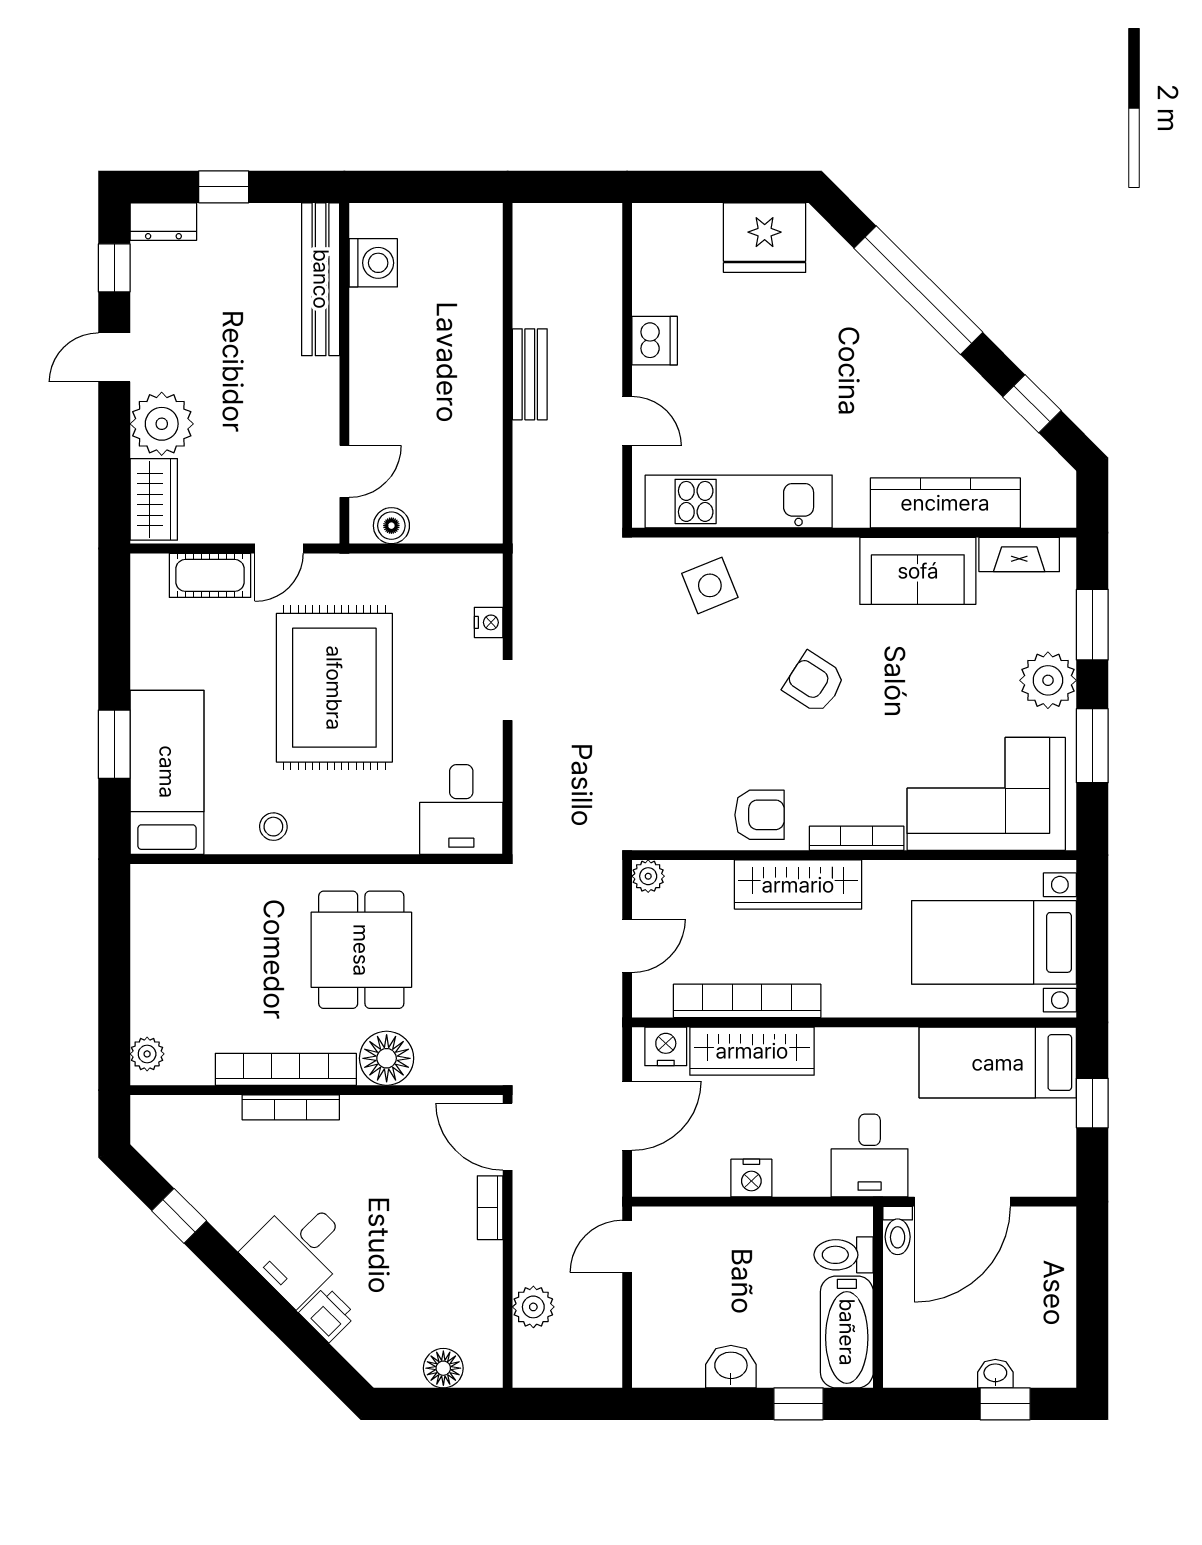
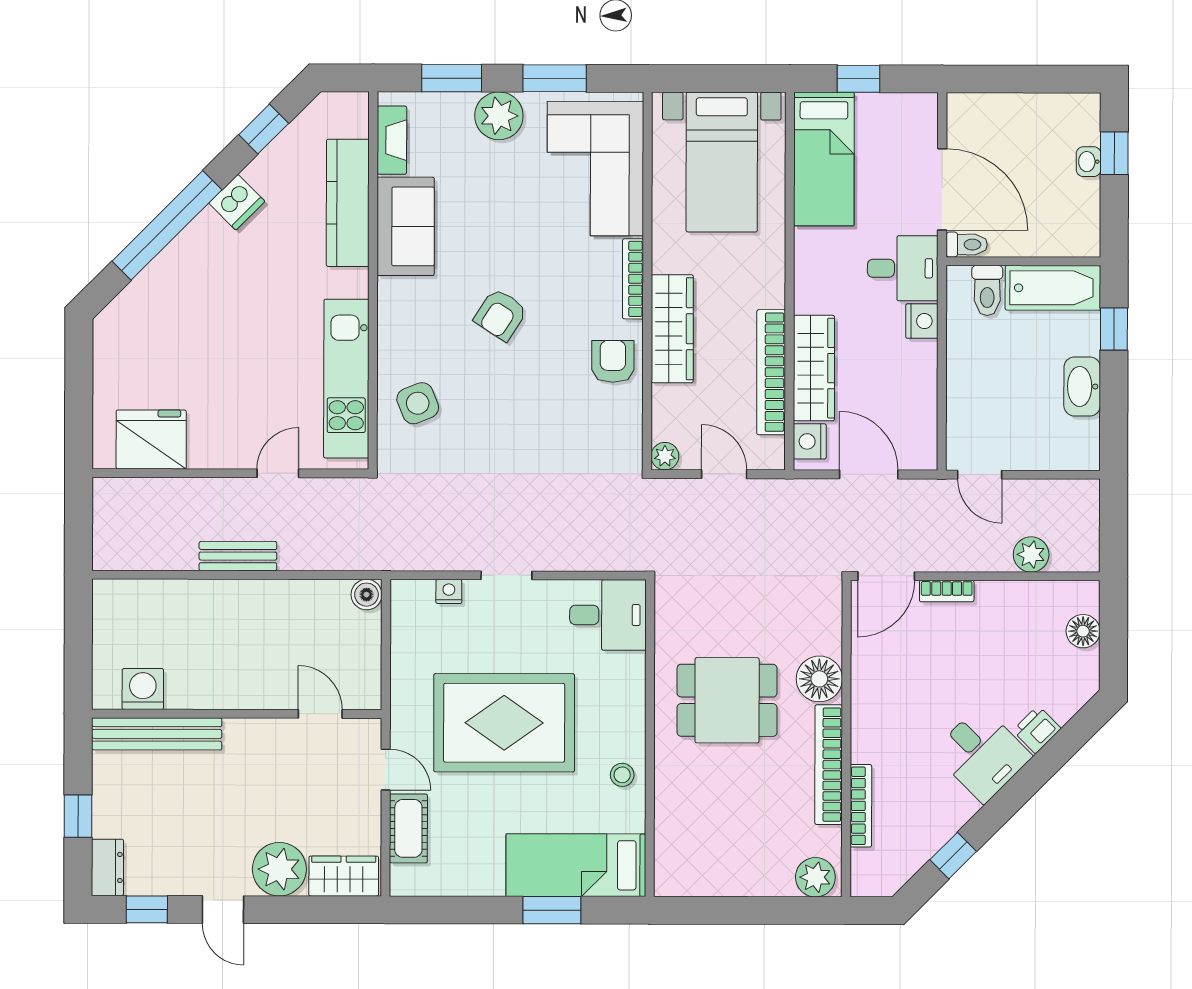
fridge: (765, 238) -> (151, 440), moved, turned -90
dishwasher: (655, 341) -> (237, 202), moved, turned 135
boiler: (391, 526) -> (367, 595), moved
plant: (147, 1054) -> (815, 877), width x1.38, depth x1.38
bookcase: (291, 1107) -> (861, 806), moved
nightstand: (751, 1178) -> (922, 321), moved
washbasin: (731, 1367) -> (1082, 386), width x1.38

